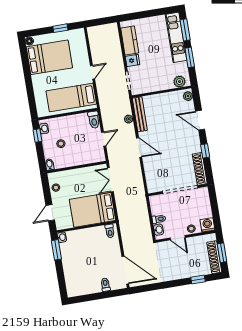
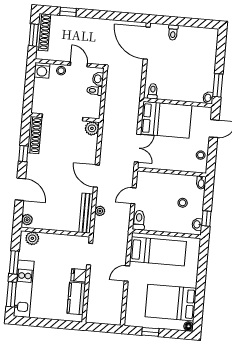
plant: (153, 187) -> (92, 128), added

